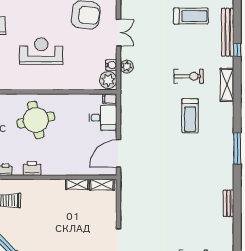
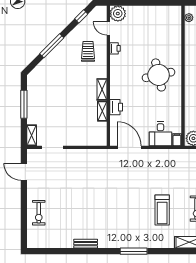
treadmill: (190, 116) -> (162, 210), turned -90
printer: (32, 168) -> (116, 107), moved
shelving: (102, 185) -> (102, 89), moved

